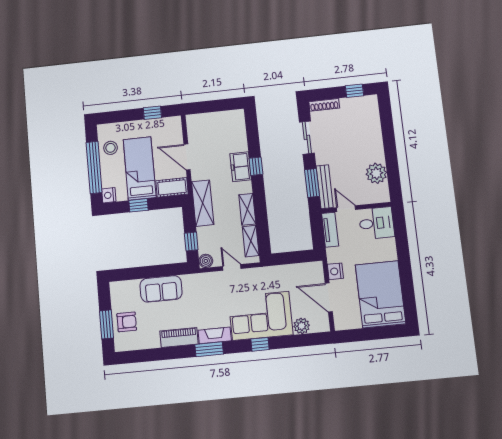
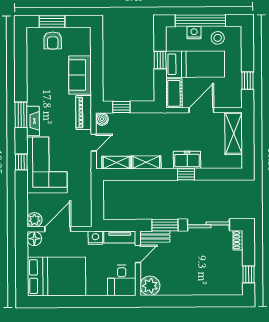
shoe rack: (324, 105) -> (238, 240), width x0.70
sliding door: (307, 137) -> (208, 225), width x1.37
plant: (376, 173) -> (150, 286), moved
bench: (325, 187) -> (155, 236), width x0.73
nightstand: (109, 195) -> (194, 33), moved
shelving: (203, 203) -> (234, 133), moved, turned 90
nightstand: (335, 271) -> (95, 238), moved
floor lamp: (342, 322) -> (34, 239), added
plant: (302, 326) -> (34, 220), moved
piano: (179, 337) -> (84, 112), moved, turned 180

